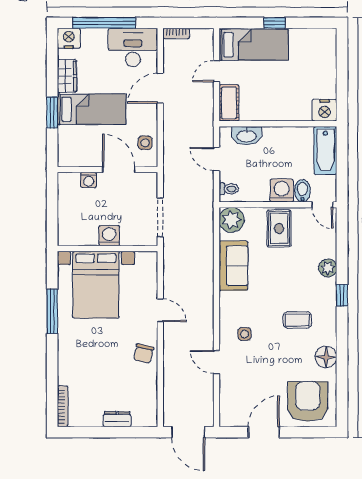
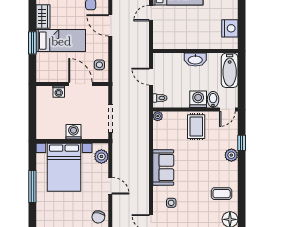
door: (160, 88) -> (110, 25), hinge flipped
cot: (229, 103) -> (160, 36), removed
nightstand: (325, 110) -> (230, 28), moved, turned -90
washbasin: (247, 136) -> (195, 60), moved
door: (322, 205) -> (227, 109), hinge flipped
plant: (232, 220) -> (158, 116), width x0.53, depth x0.53
sofa: (233, 266) -> (163, 168), moved
plant: (148, 270) -> (101, 156), added
window: (342, 295) -> (242, 143), moved
coffee table: (297, 320) -> (222, 194), moved

